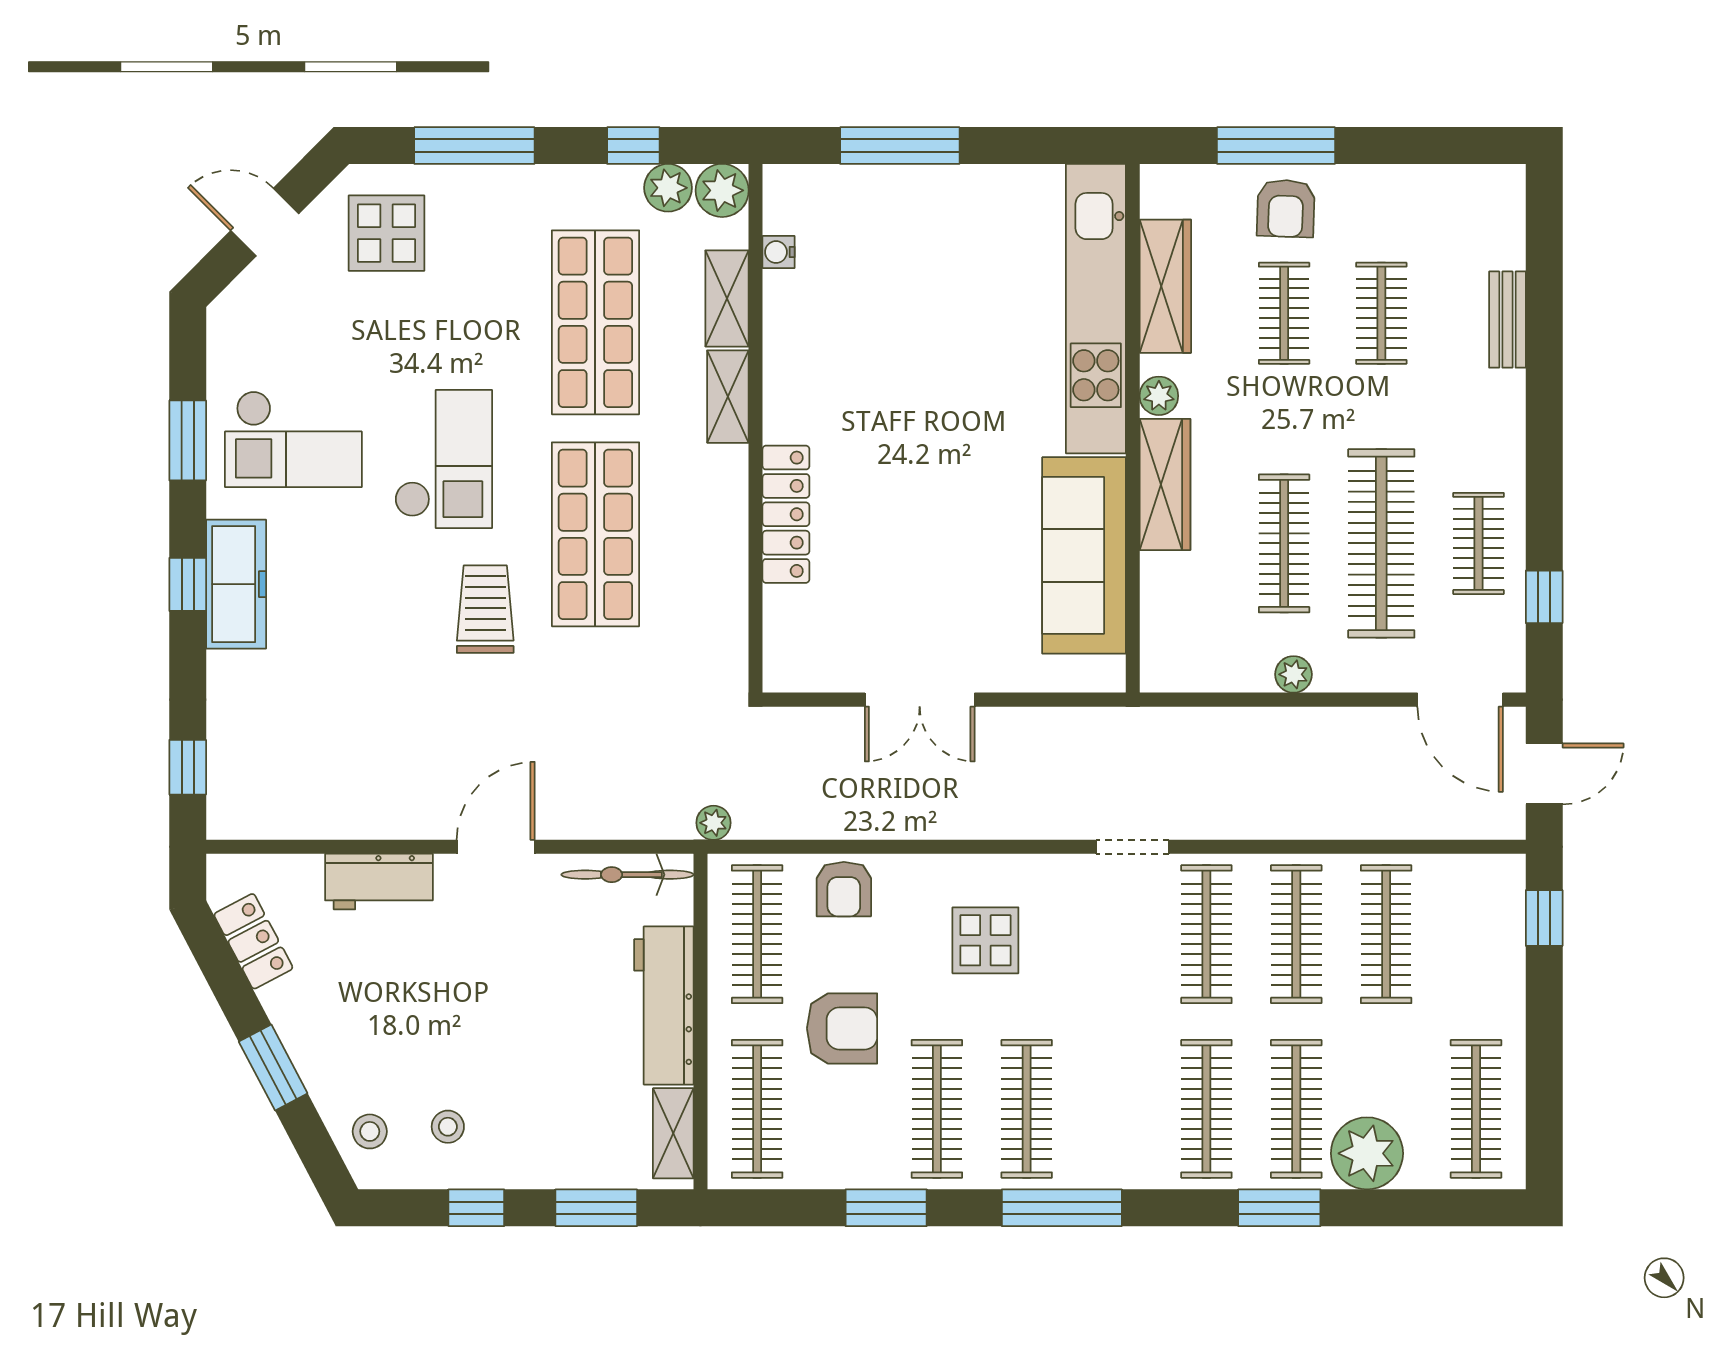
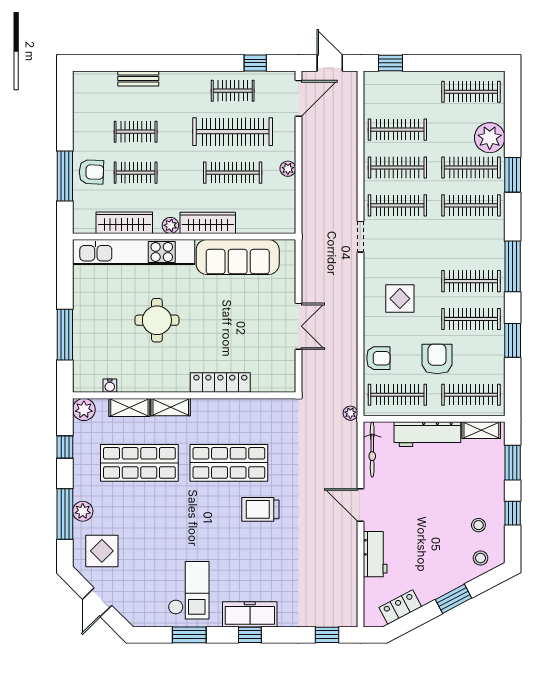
plant: (668, 188) -> (83, 511), moved
round table: (934, 364) -> (157, 320), added
checkout: (443, 459) -> (197, 527), removed

